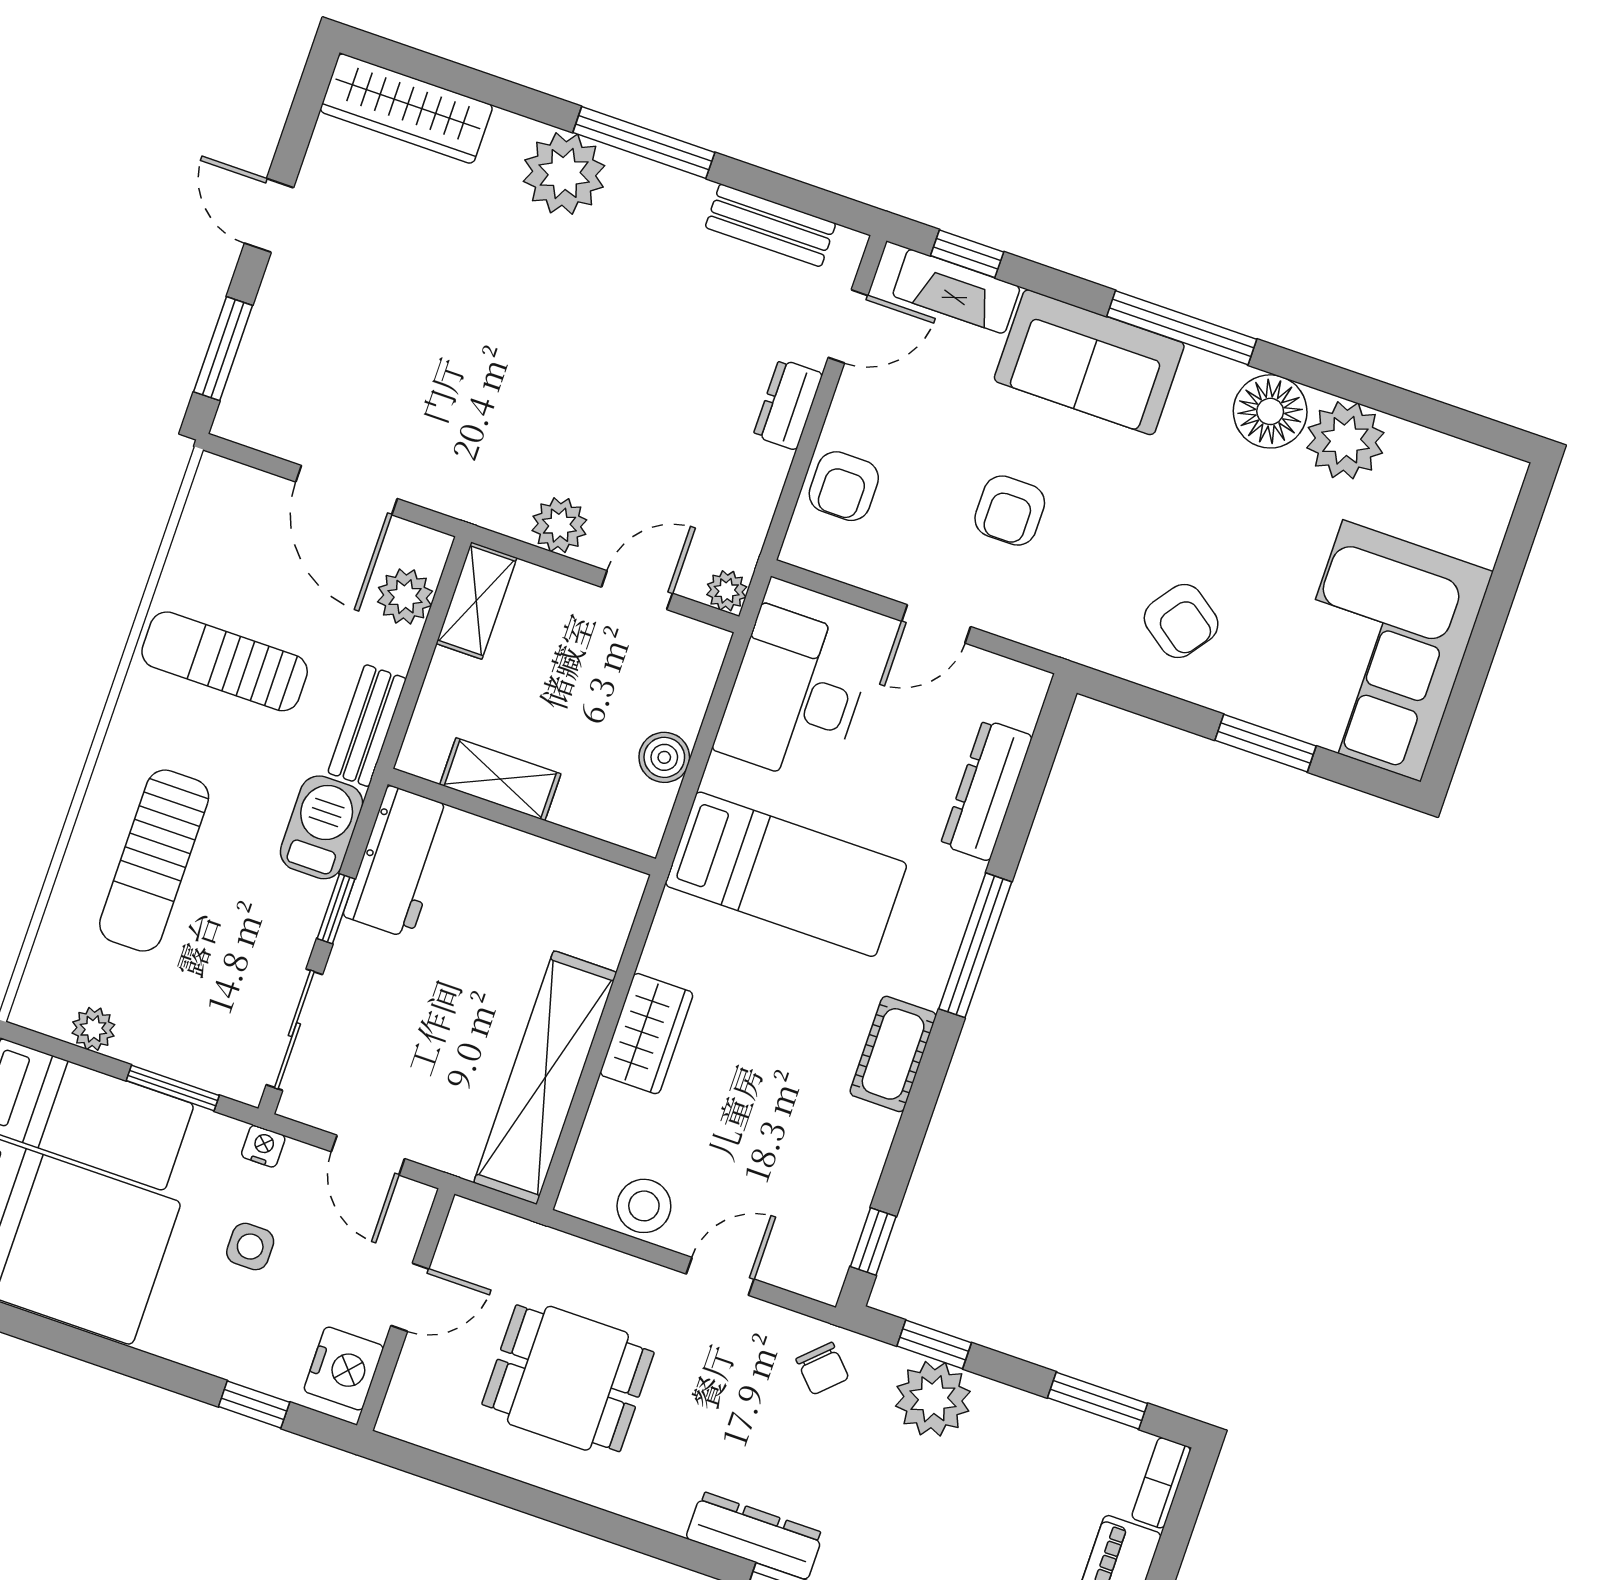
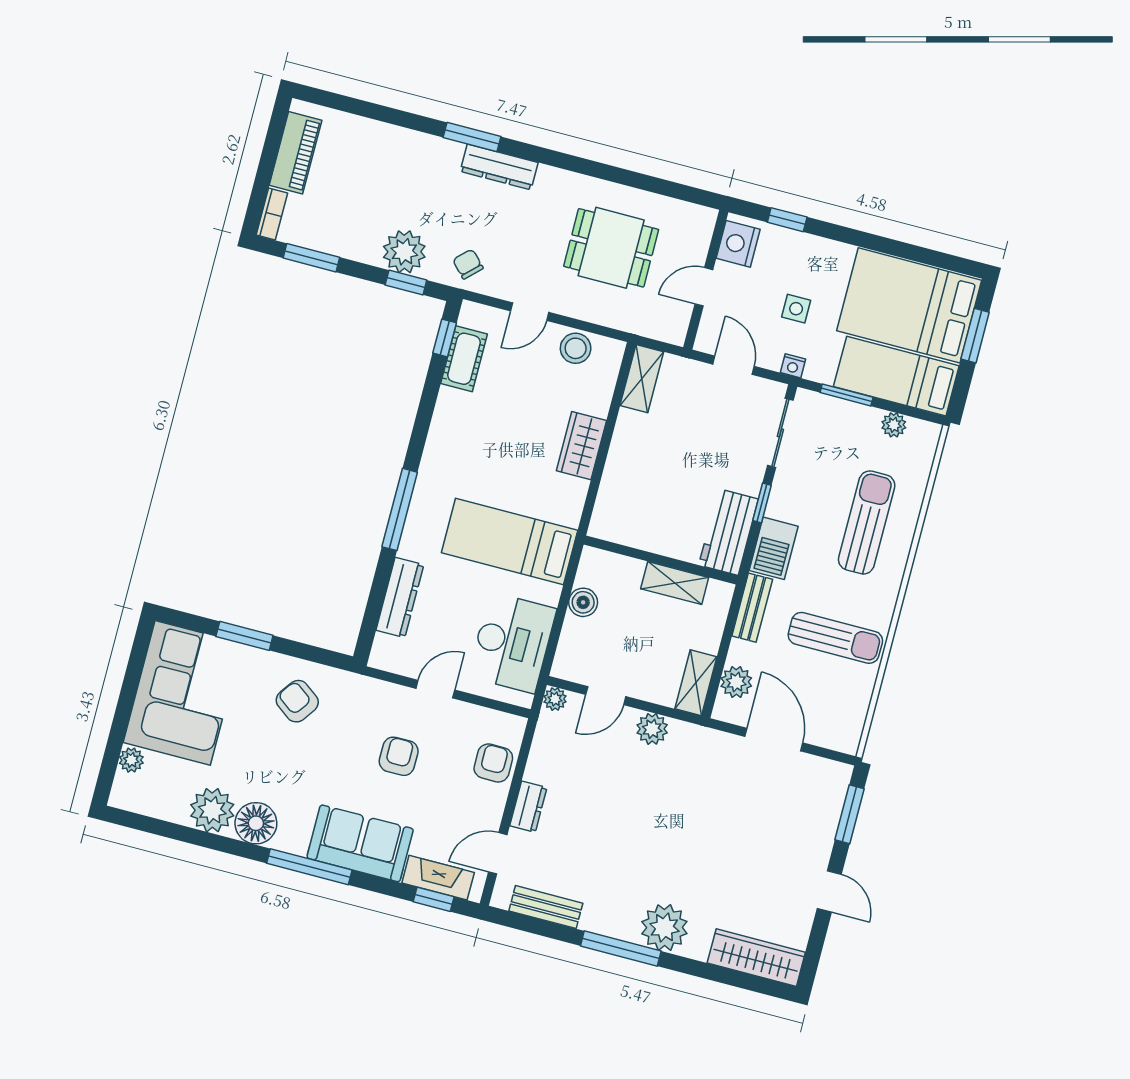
plant: (1481, 539) -> (131, 760), added
cot: (893, 1054) -> (464, 359), moved
shelving: (545, 1077) -> (642, 379), width x0.45, depth x0.75

